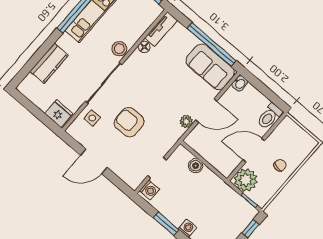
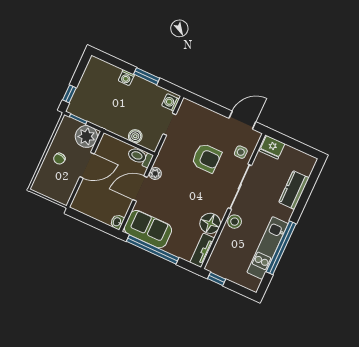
floor lamp: (144, 47) -> (210, 223), width x1.89, depth x1.89
toilet: (269, 116) -> (140, 157), moved, turned -90
door: (94, 161) -> (242, 120), moved

